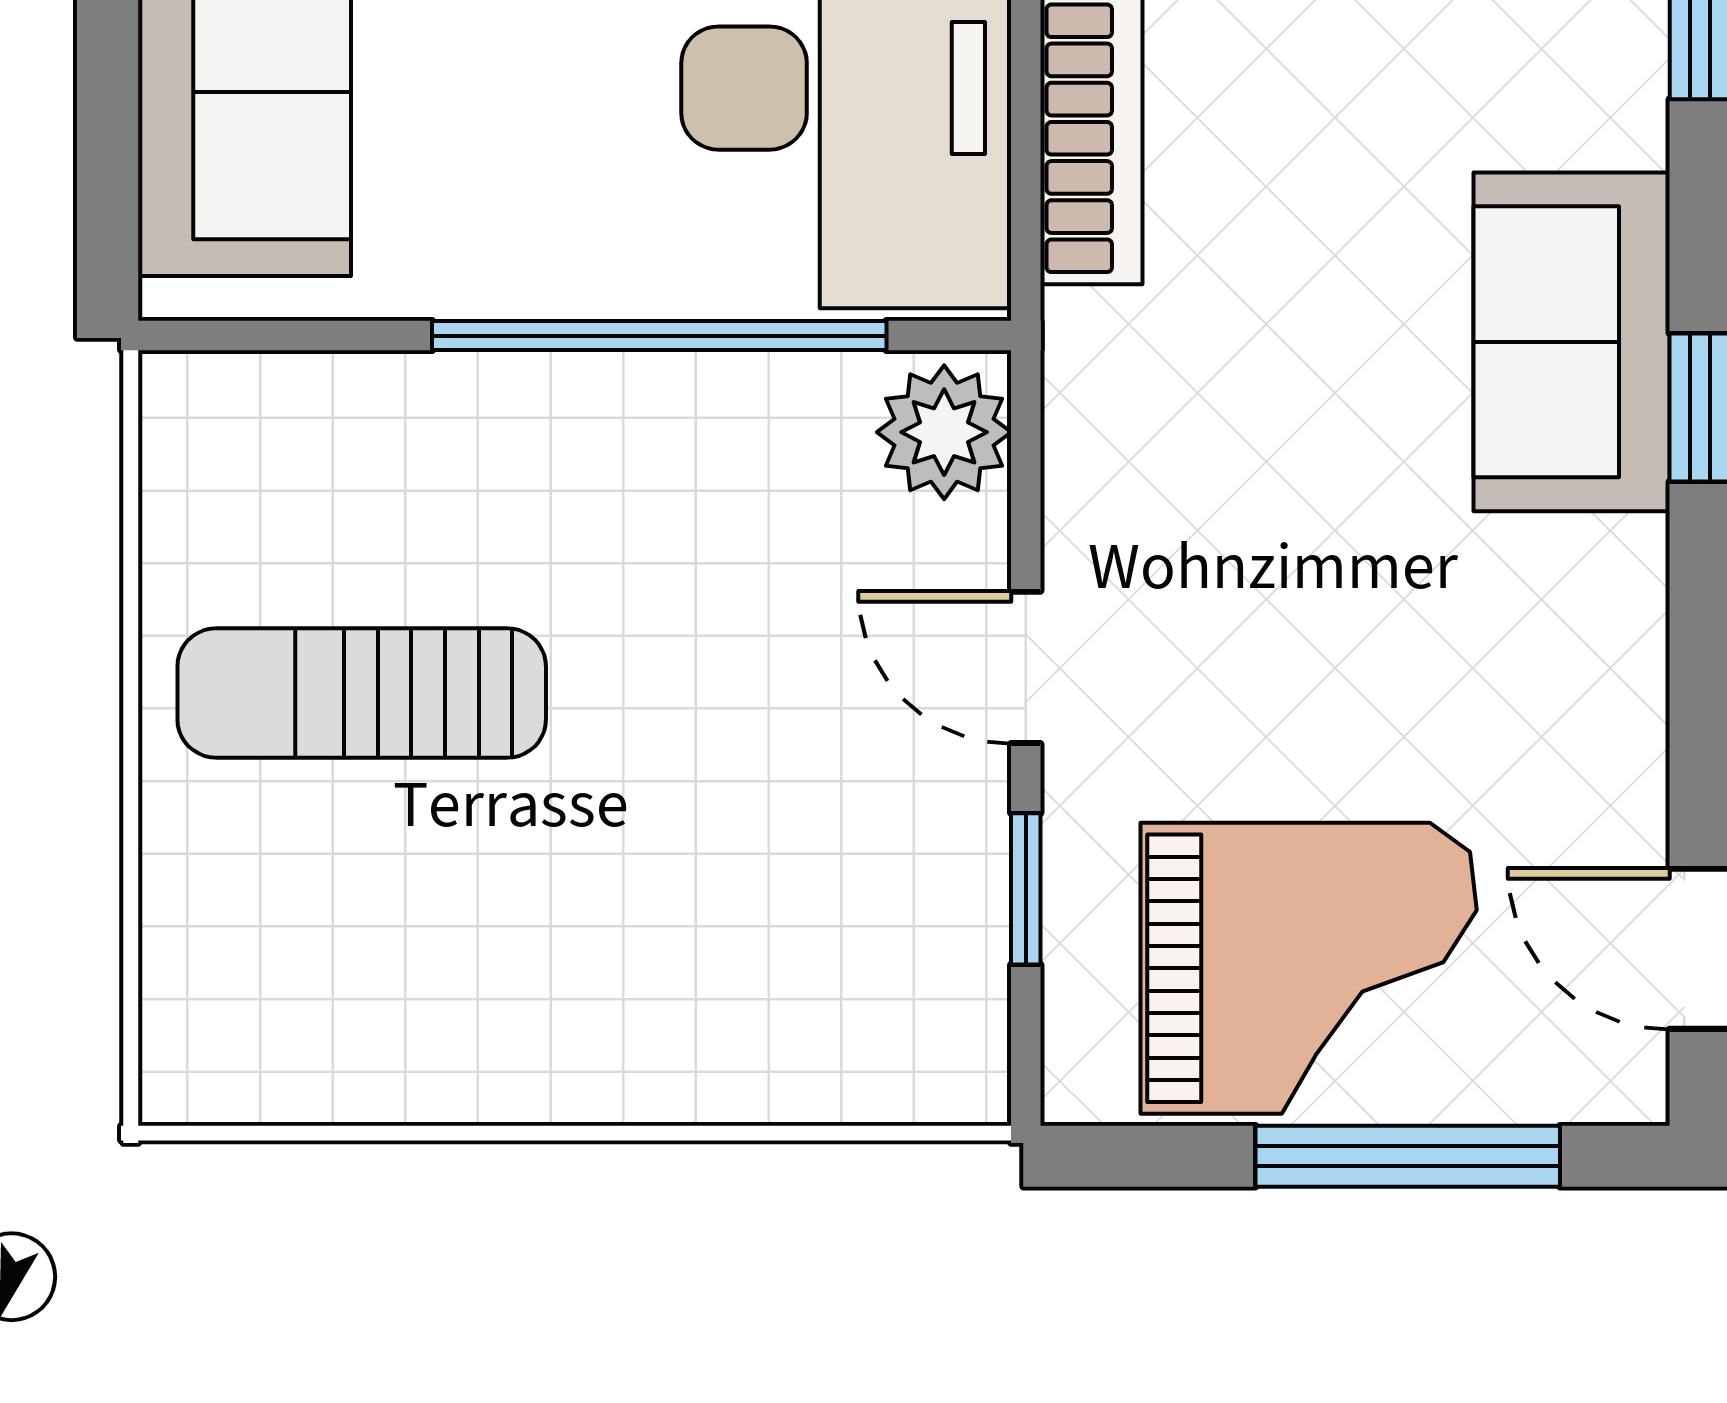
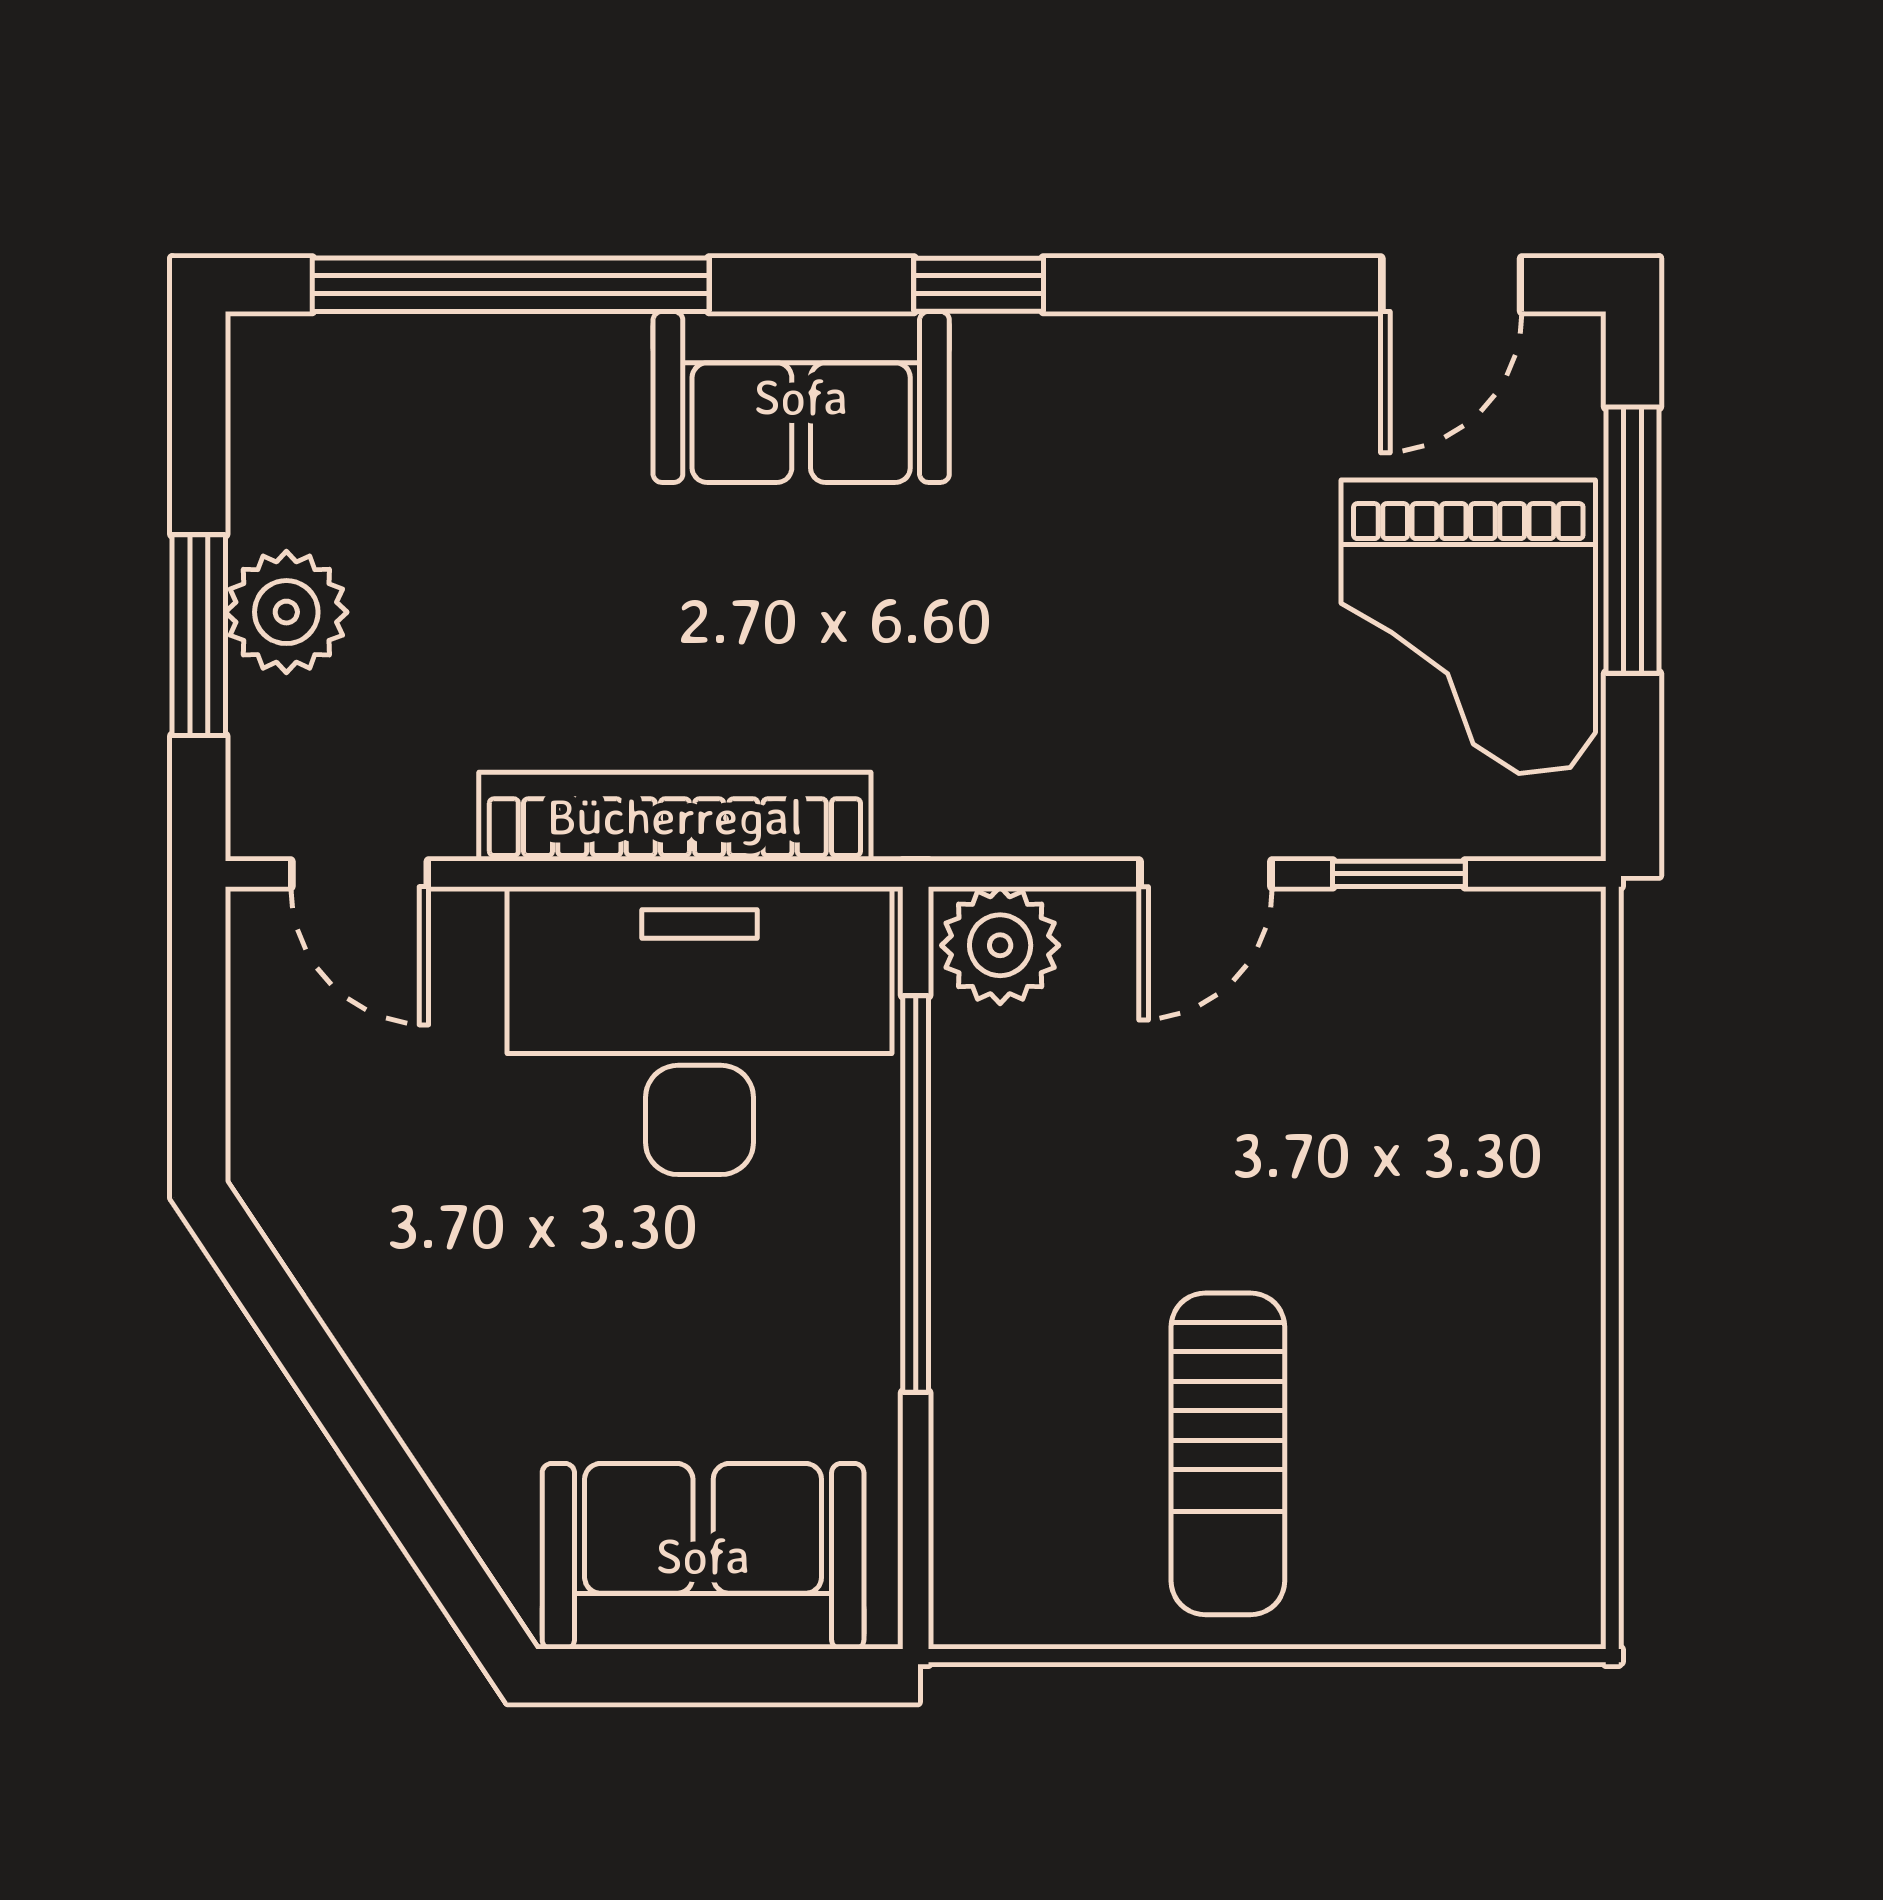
sofa: (1572, 342) -> (801, 397), moved
grand piano: (1309, 968) -> (1468, 627), turned 180

